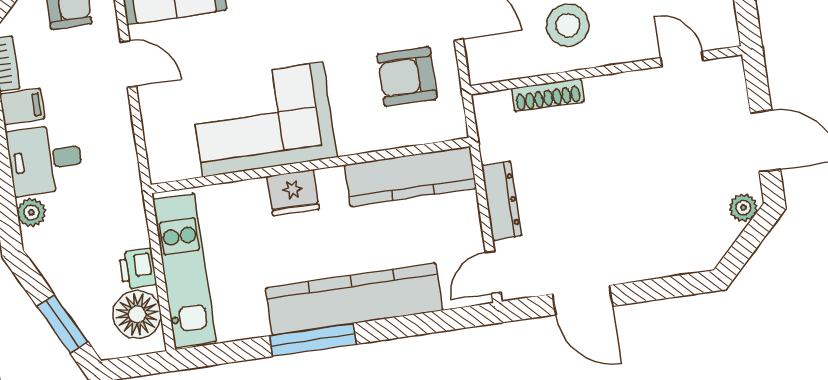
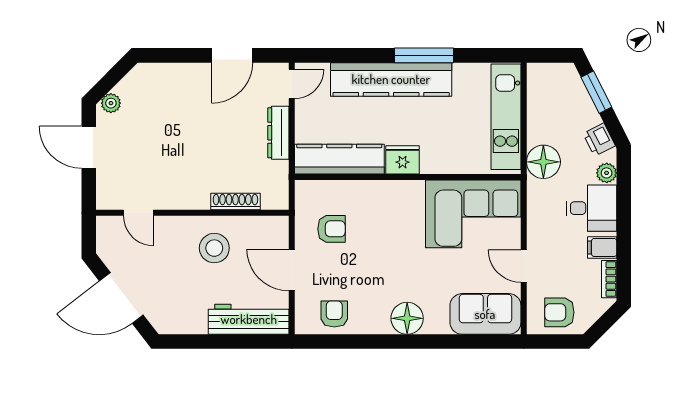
armchair: (407, 77) -> (331, 229), width x0.72, depth x0.72
corner sofa: (263, 119) -> (473, 214), moved
fridge: (293, 193) -> (403, 160), moved
printer: (138, 269) -> (599, 140), moved, turned 153
door: (583, 300) -> (232, 55), swing flipped
floor lamp: (137, 314) -> (543, 162), moved

